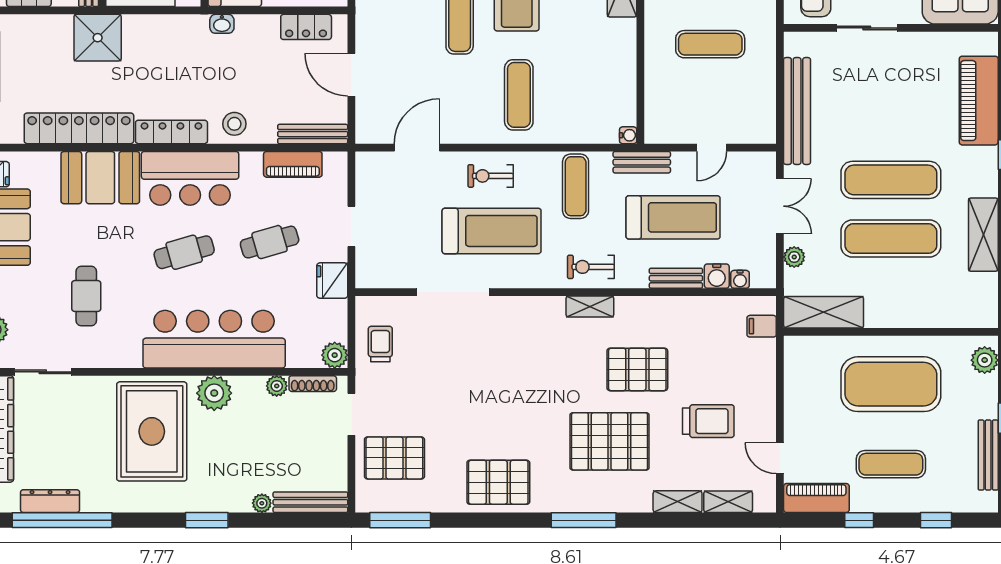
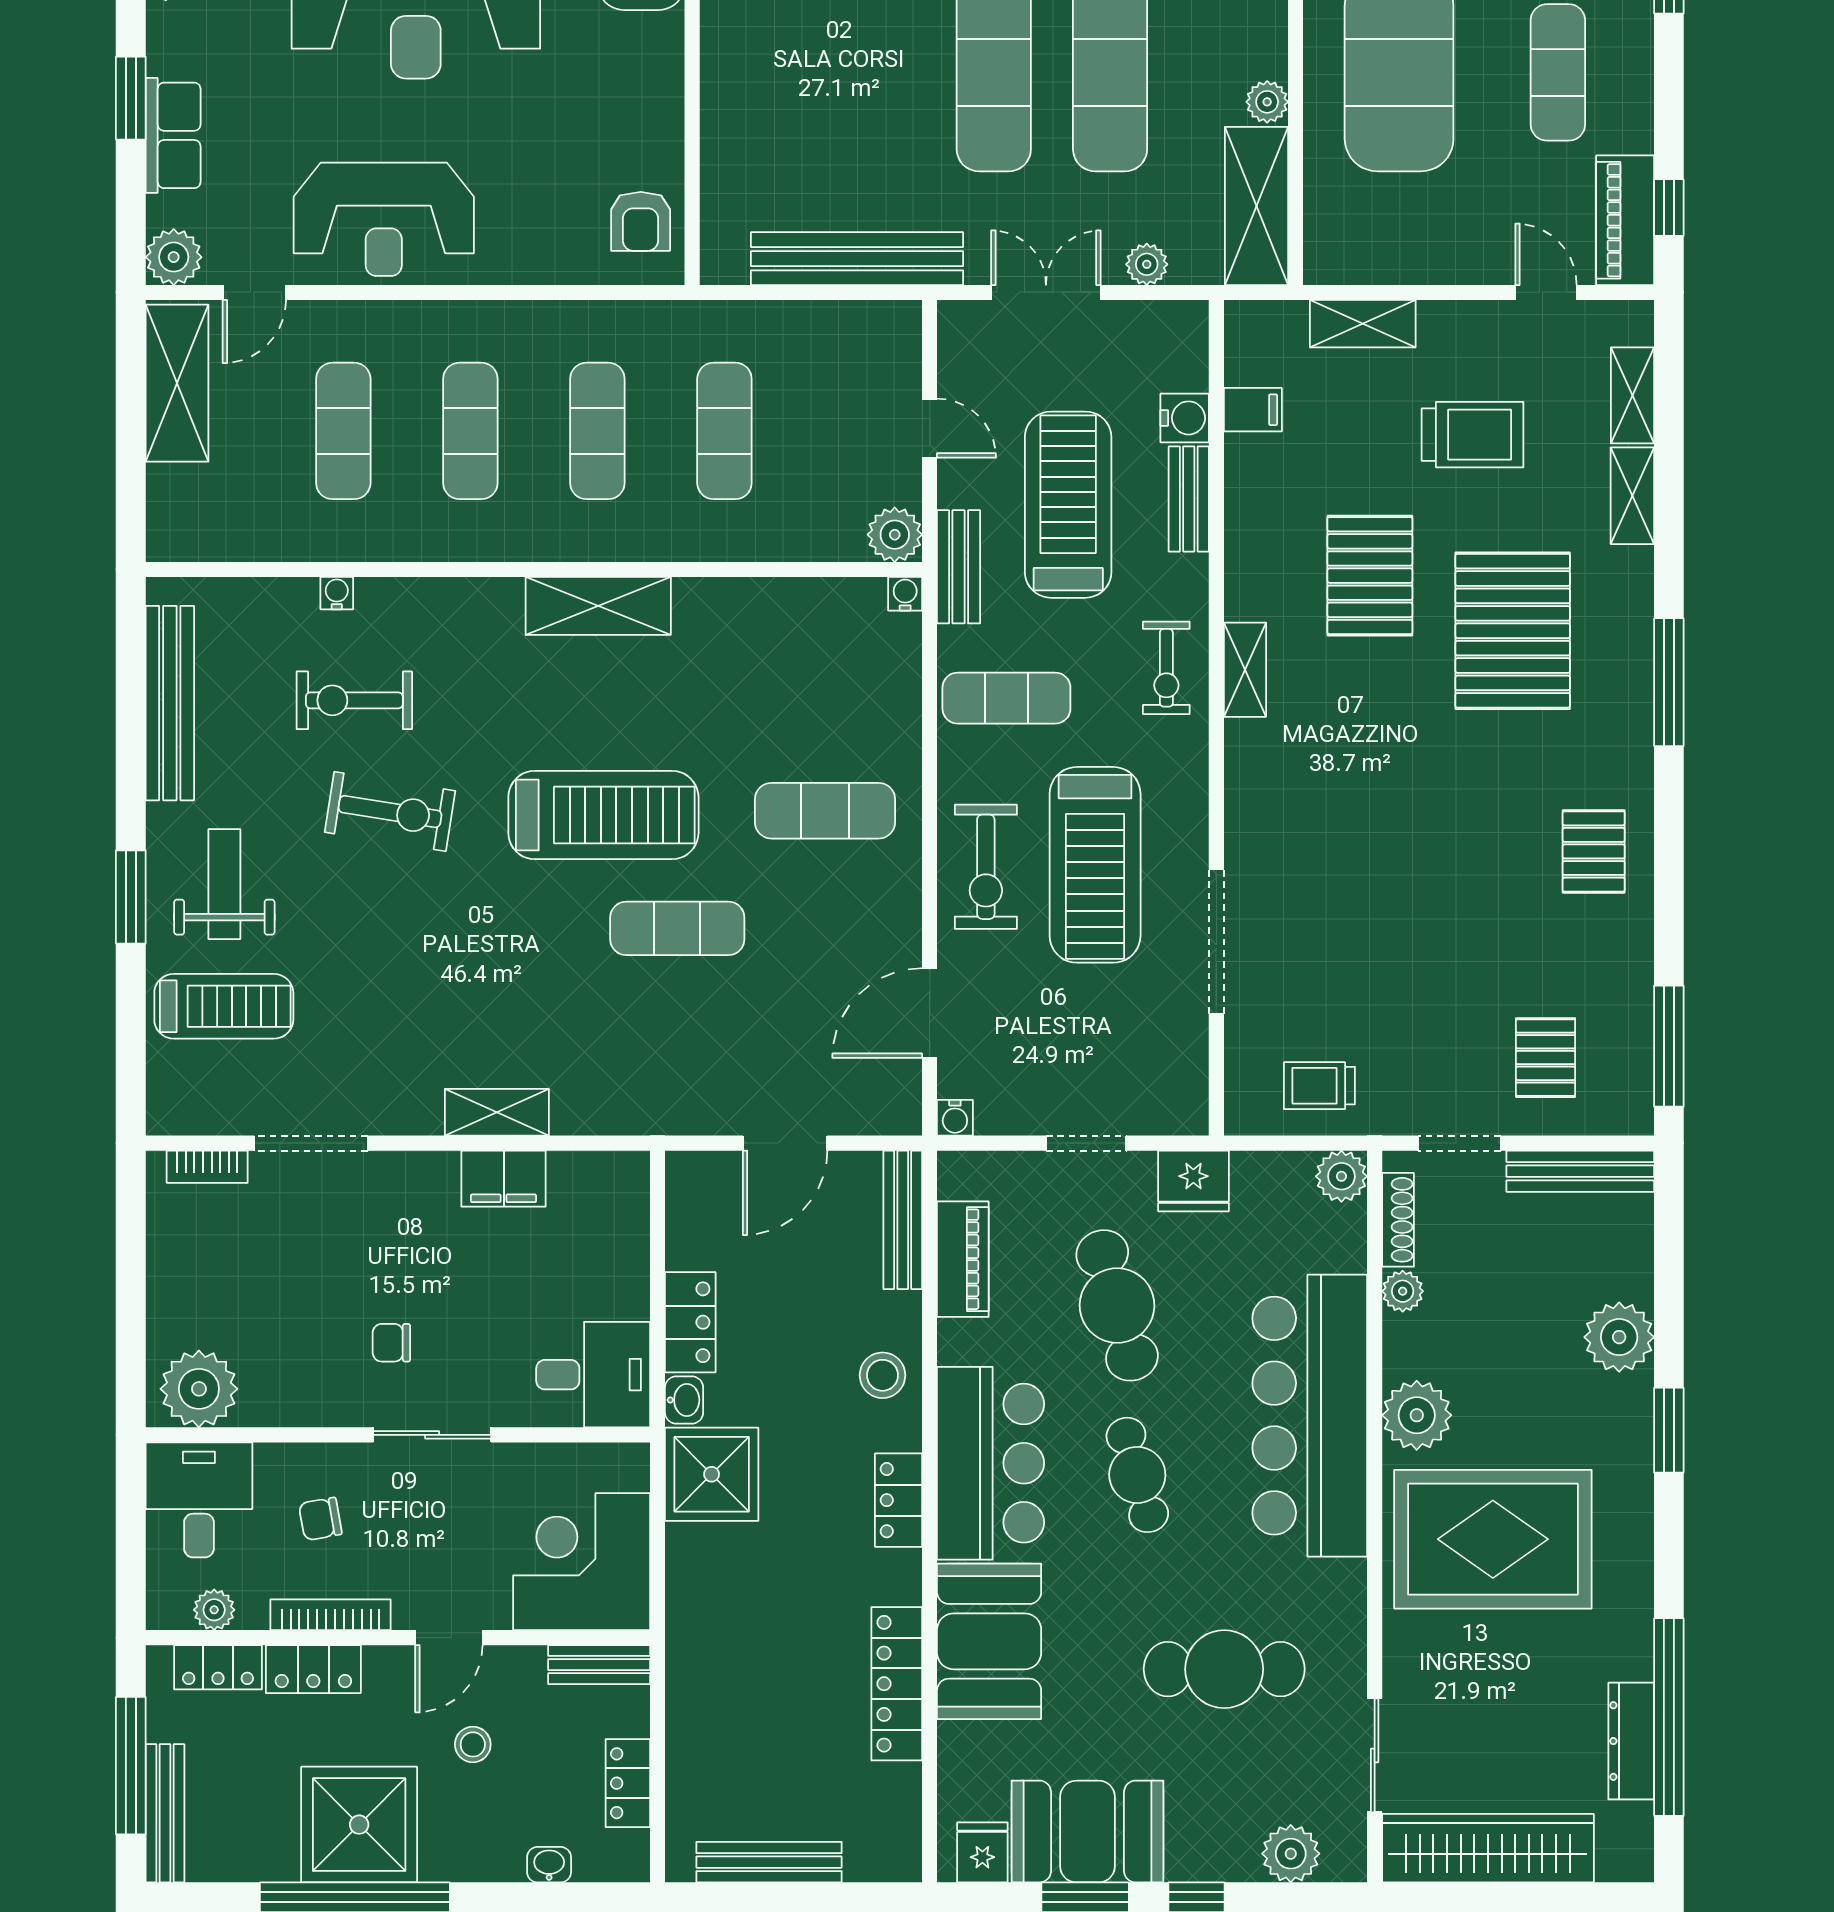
locker: (306, 27) -> (690, 1322), moved
sliding door: (867, 28) -> (692, 120), removed
shower: (98, 38) -> (712, 1474), moved
locker: (79, 128) -> (897, 1684), width x0.71, depth x0.83
plant: (658, 130) -> (895, 535), added
locker: (171, 132) -> (899, 1500), width x0.66
door: (417, 148) -> (930, 1013), hinge flipped
exercise bike: (491, 176) -> (986, 867), width x1.38, depth x1.39
treadmill: (492, 231) -> (1095, 865), turned 180
cafe table: (270, 242) -> (1117, 1305), width x1.37, depth x1.35
water cooler: (740, 279) -> (955, 1118), moved, turned 90
cafe table: (86, 296) -> (1224, 1669), width x1.37, depth x1.35
plant: (876, 318) -> (1267, 102), added
filing cabinet: (762, 326) -> (1253, 410), moved, turned -90
shelving: (764, 366) -> (1363, 324), added
trolley: (708, 421) -> (1473, 435), turned 90
pallet: (394, 458) -> (1546, 1058), width x0.67, depth x0.71
door: (780, 458) -> (1546, 292), swing flipped
pallet: (498, 482) -> (1594, 851), width x0.67, depth x0.71
bench: (310, 502) -> (1580, 1171), moved, turned 90
plant: (262, 503) -> (1619, 1337), width x1.88, depth x1.88
window: (859, 520) -> (1669, 208), moved

